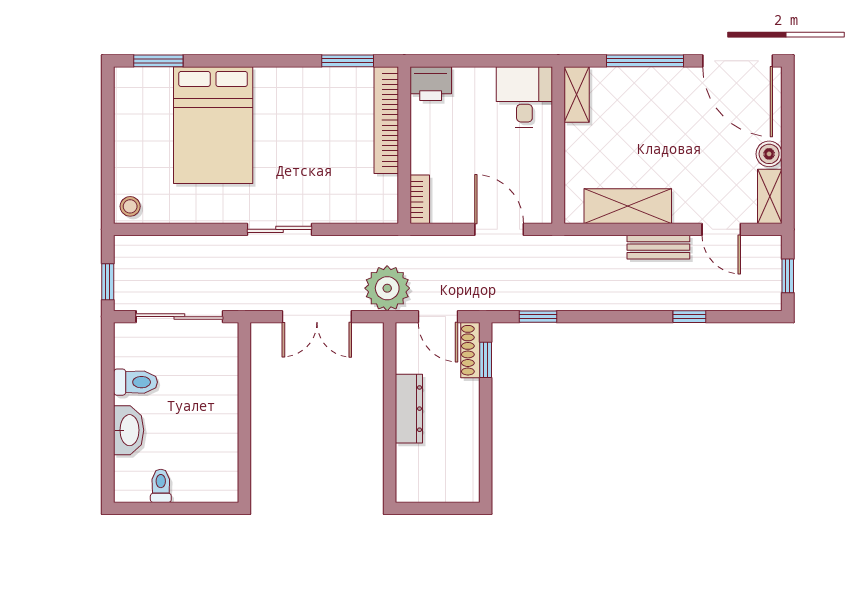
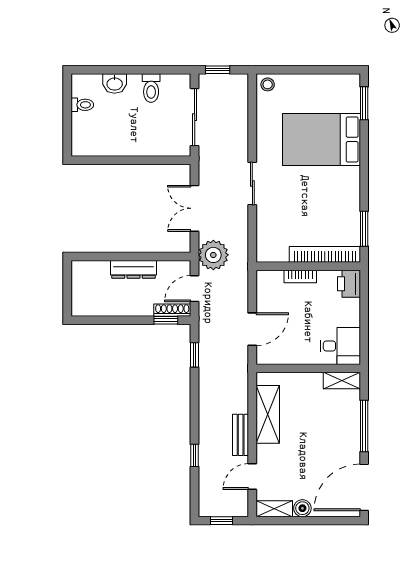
bookcase: (420, 199) -> (300, 277), moved
washbasin: (129, 430) -> (115, 83), width x0.72

